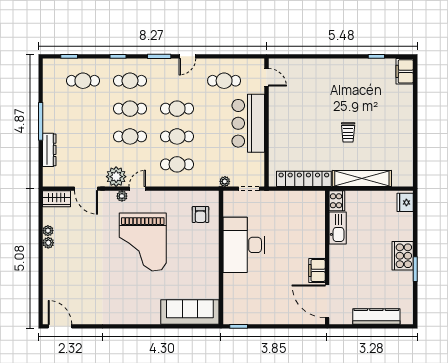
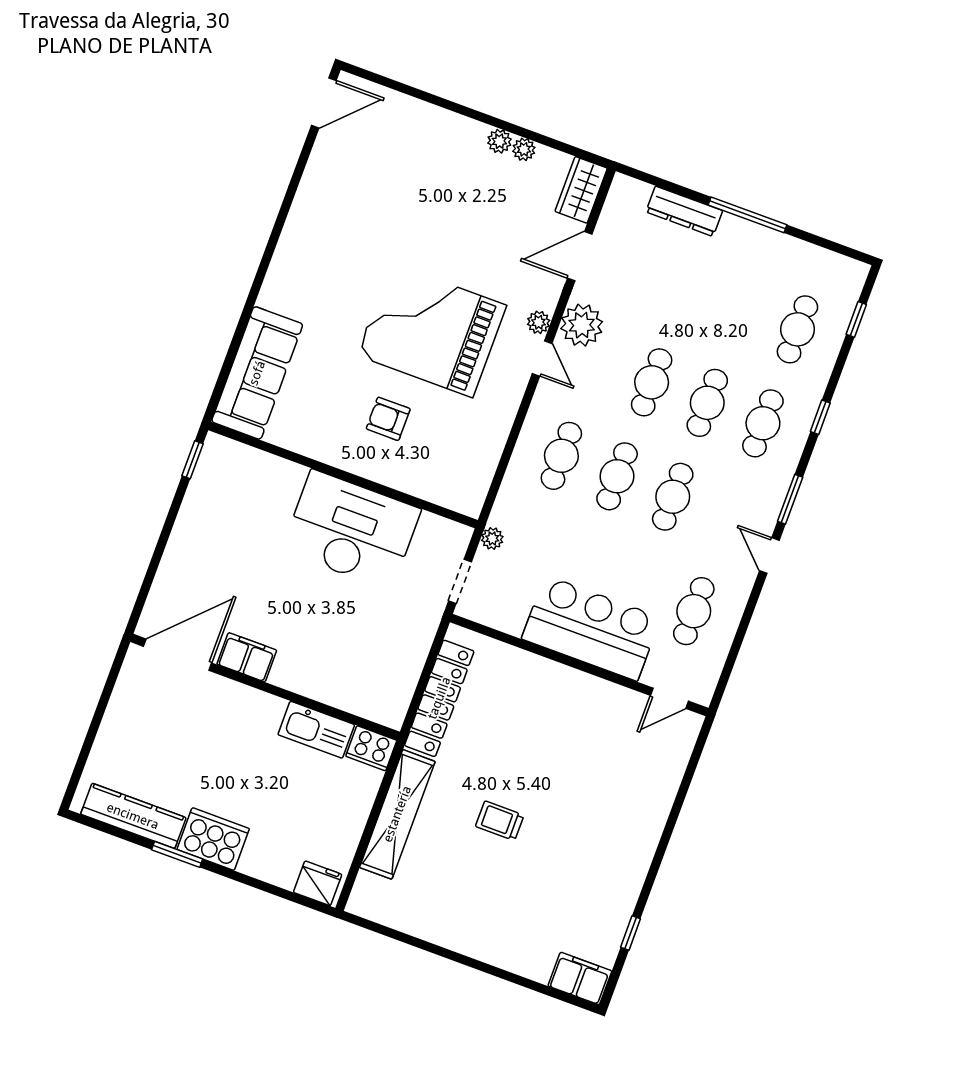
armchair: (200, 215) -> (388, 419), moved
kitchen counter: (376, 316) -> (133, 816), moved, turned -90

